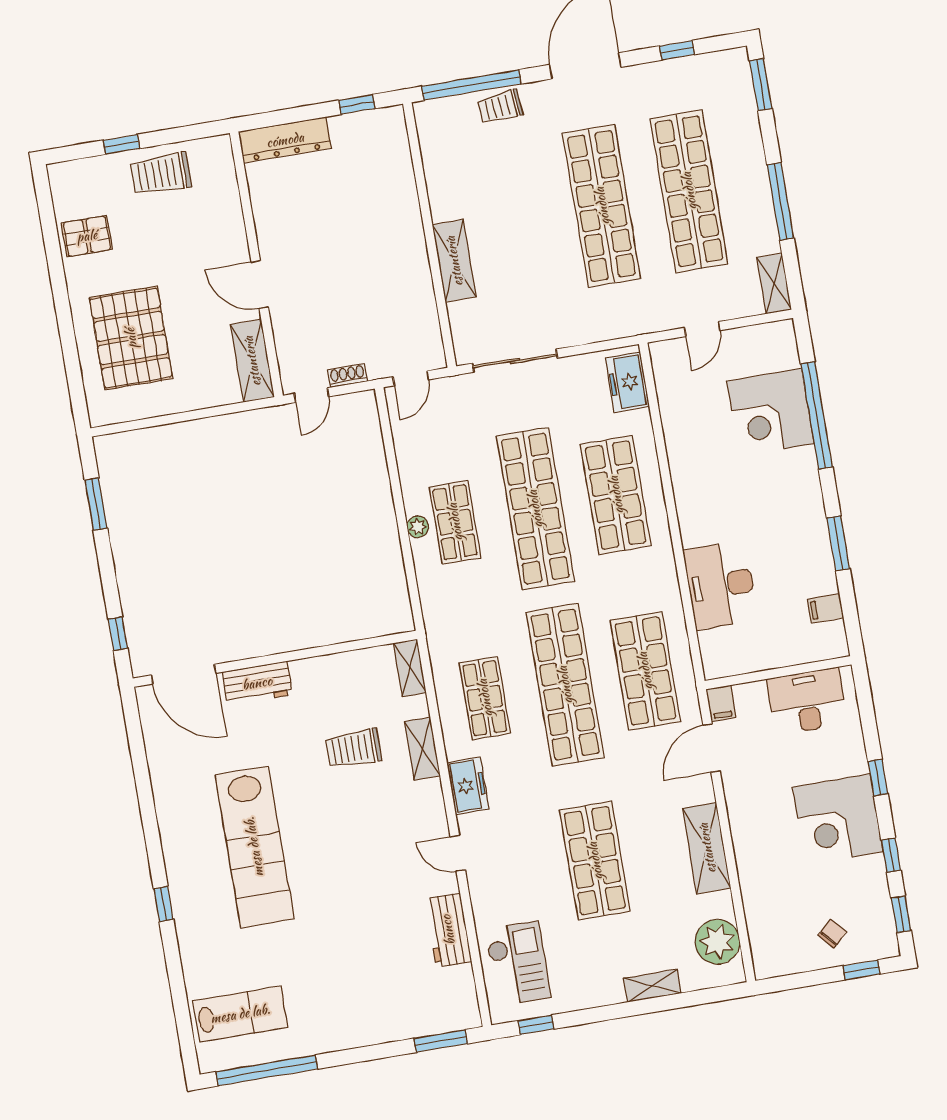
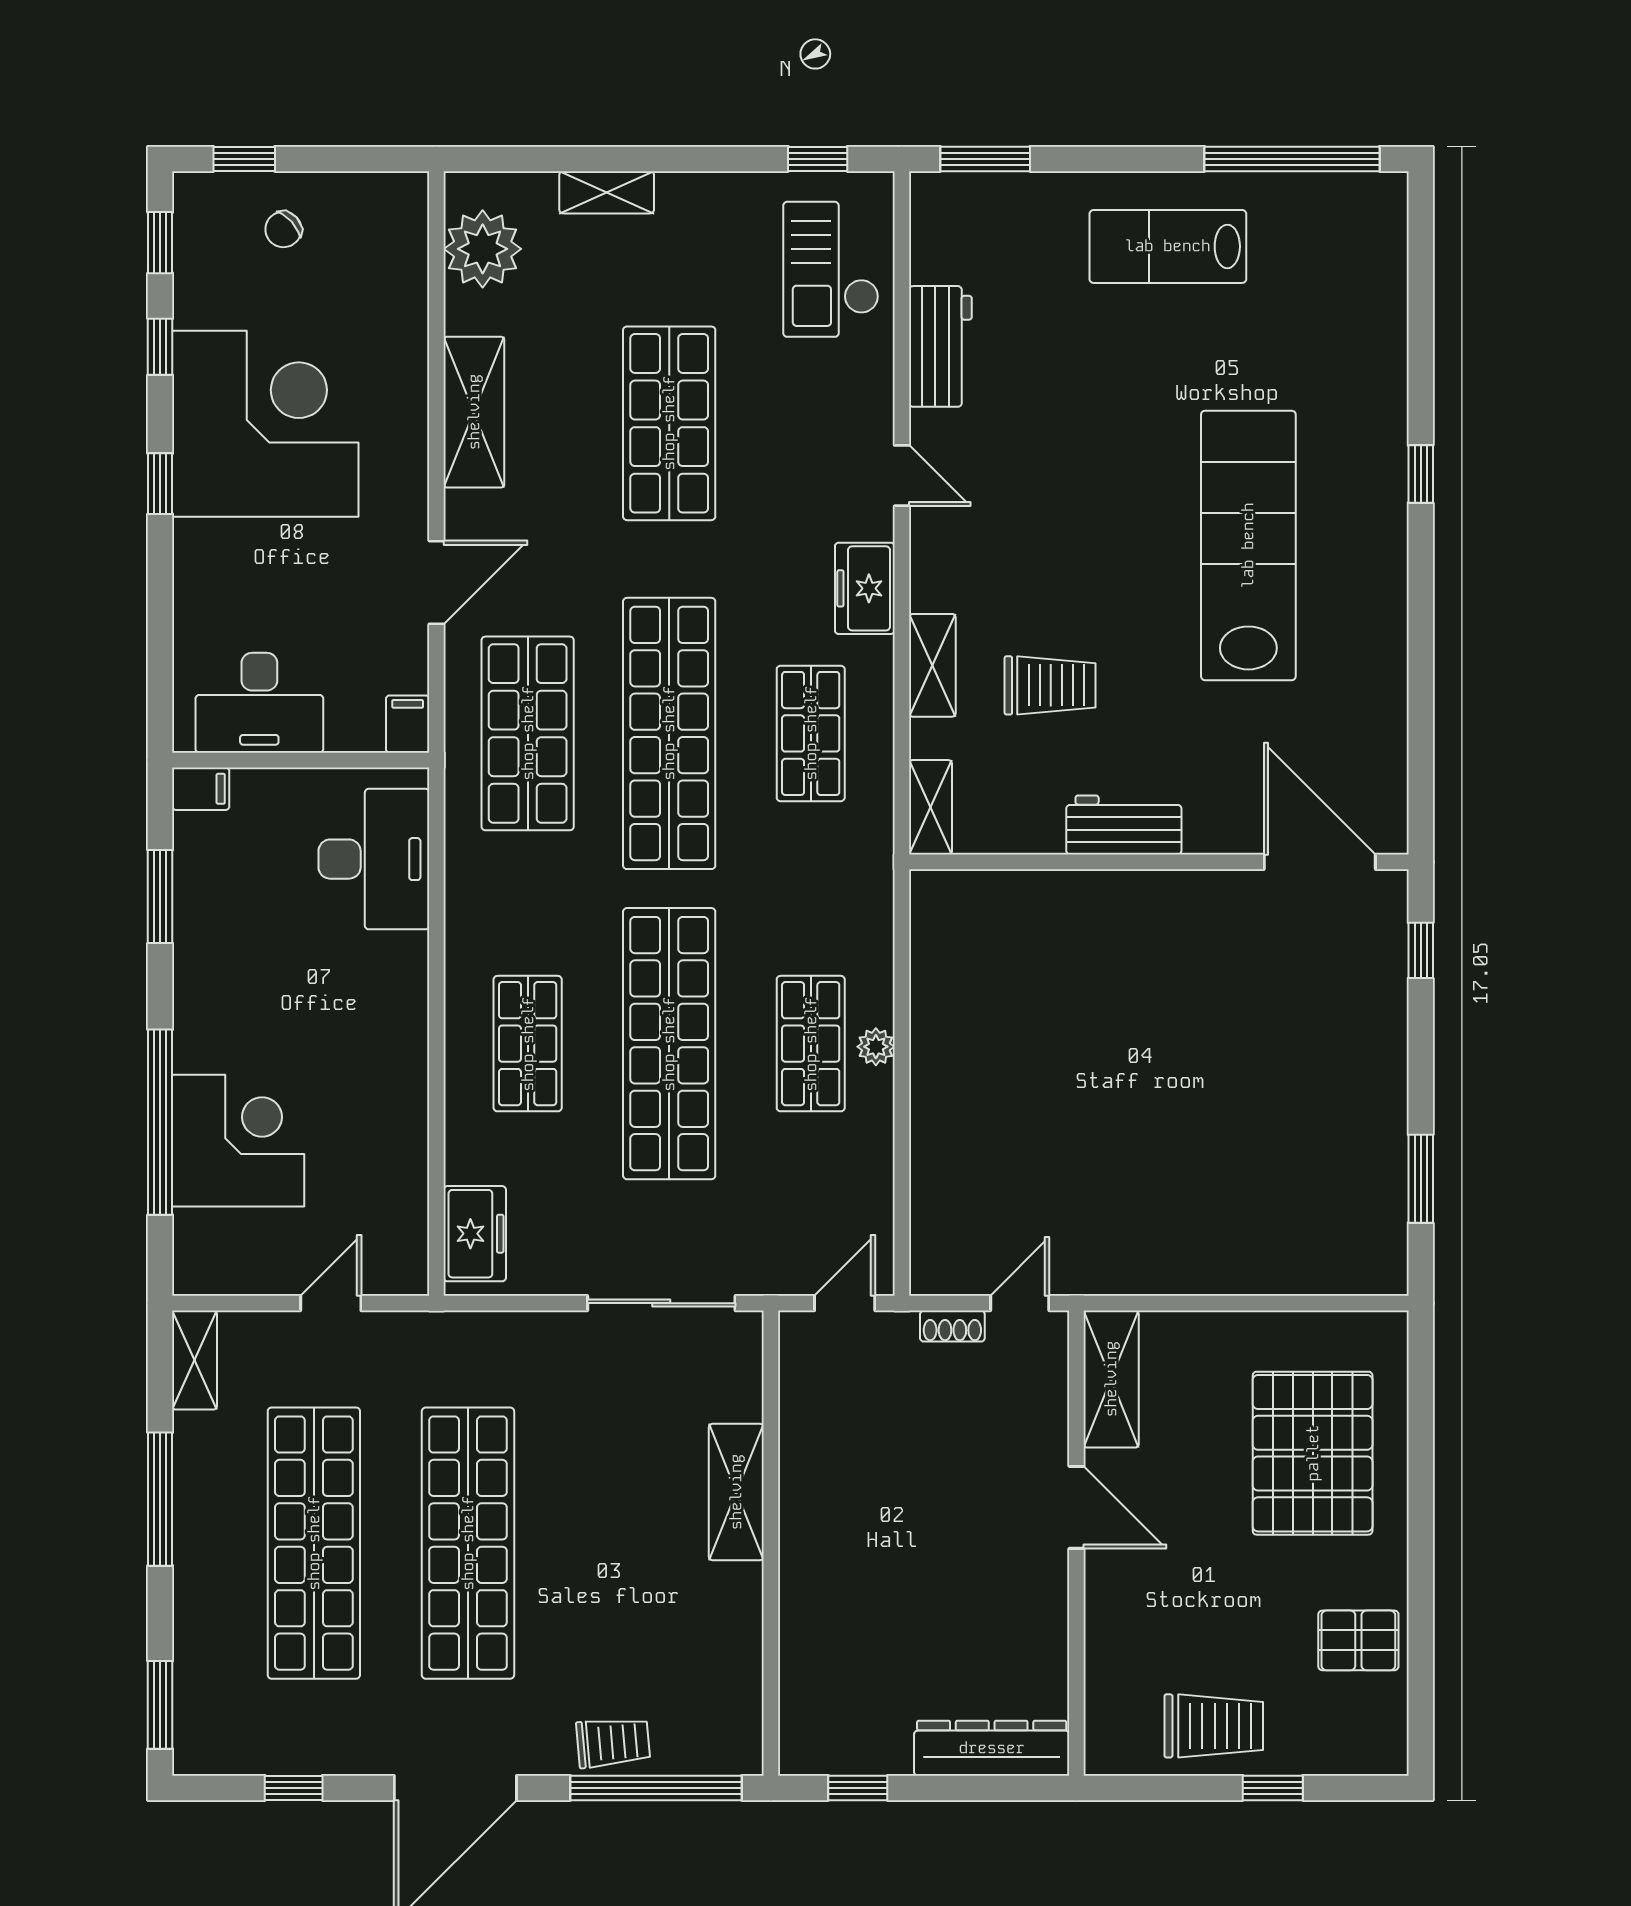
shop shelf: (616, 495) -> (528, 1044), width x0.70, depth x0.74
wall: (778, 673) -> (301, 760), moved
workbench: (257, 683) -> (1124, 825), moved
desk: (807, 701) -> (259, 703), moved
filing cabinet: (721, 703) -> (408, 724), moved
corner desk: (838, 819) -> (265, 424), width x1.36, depth x1.36
lab bench: (240, 1014) -> (1168, 246), moved

